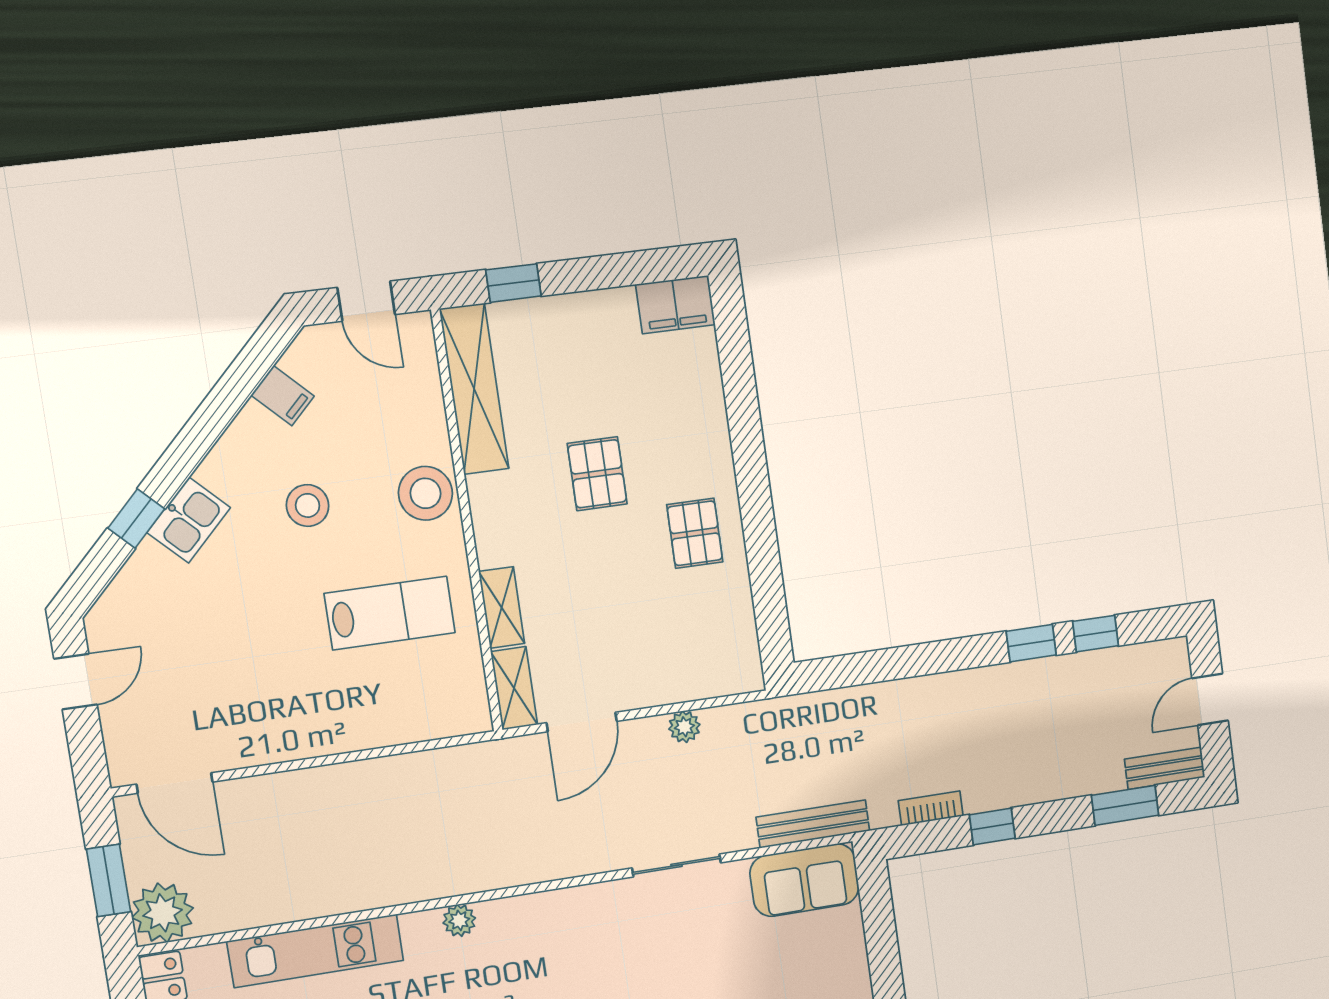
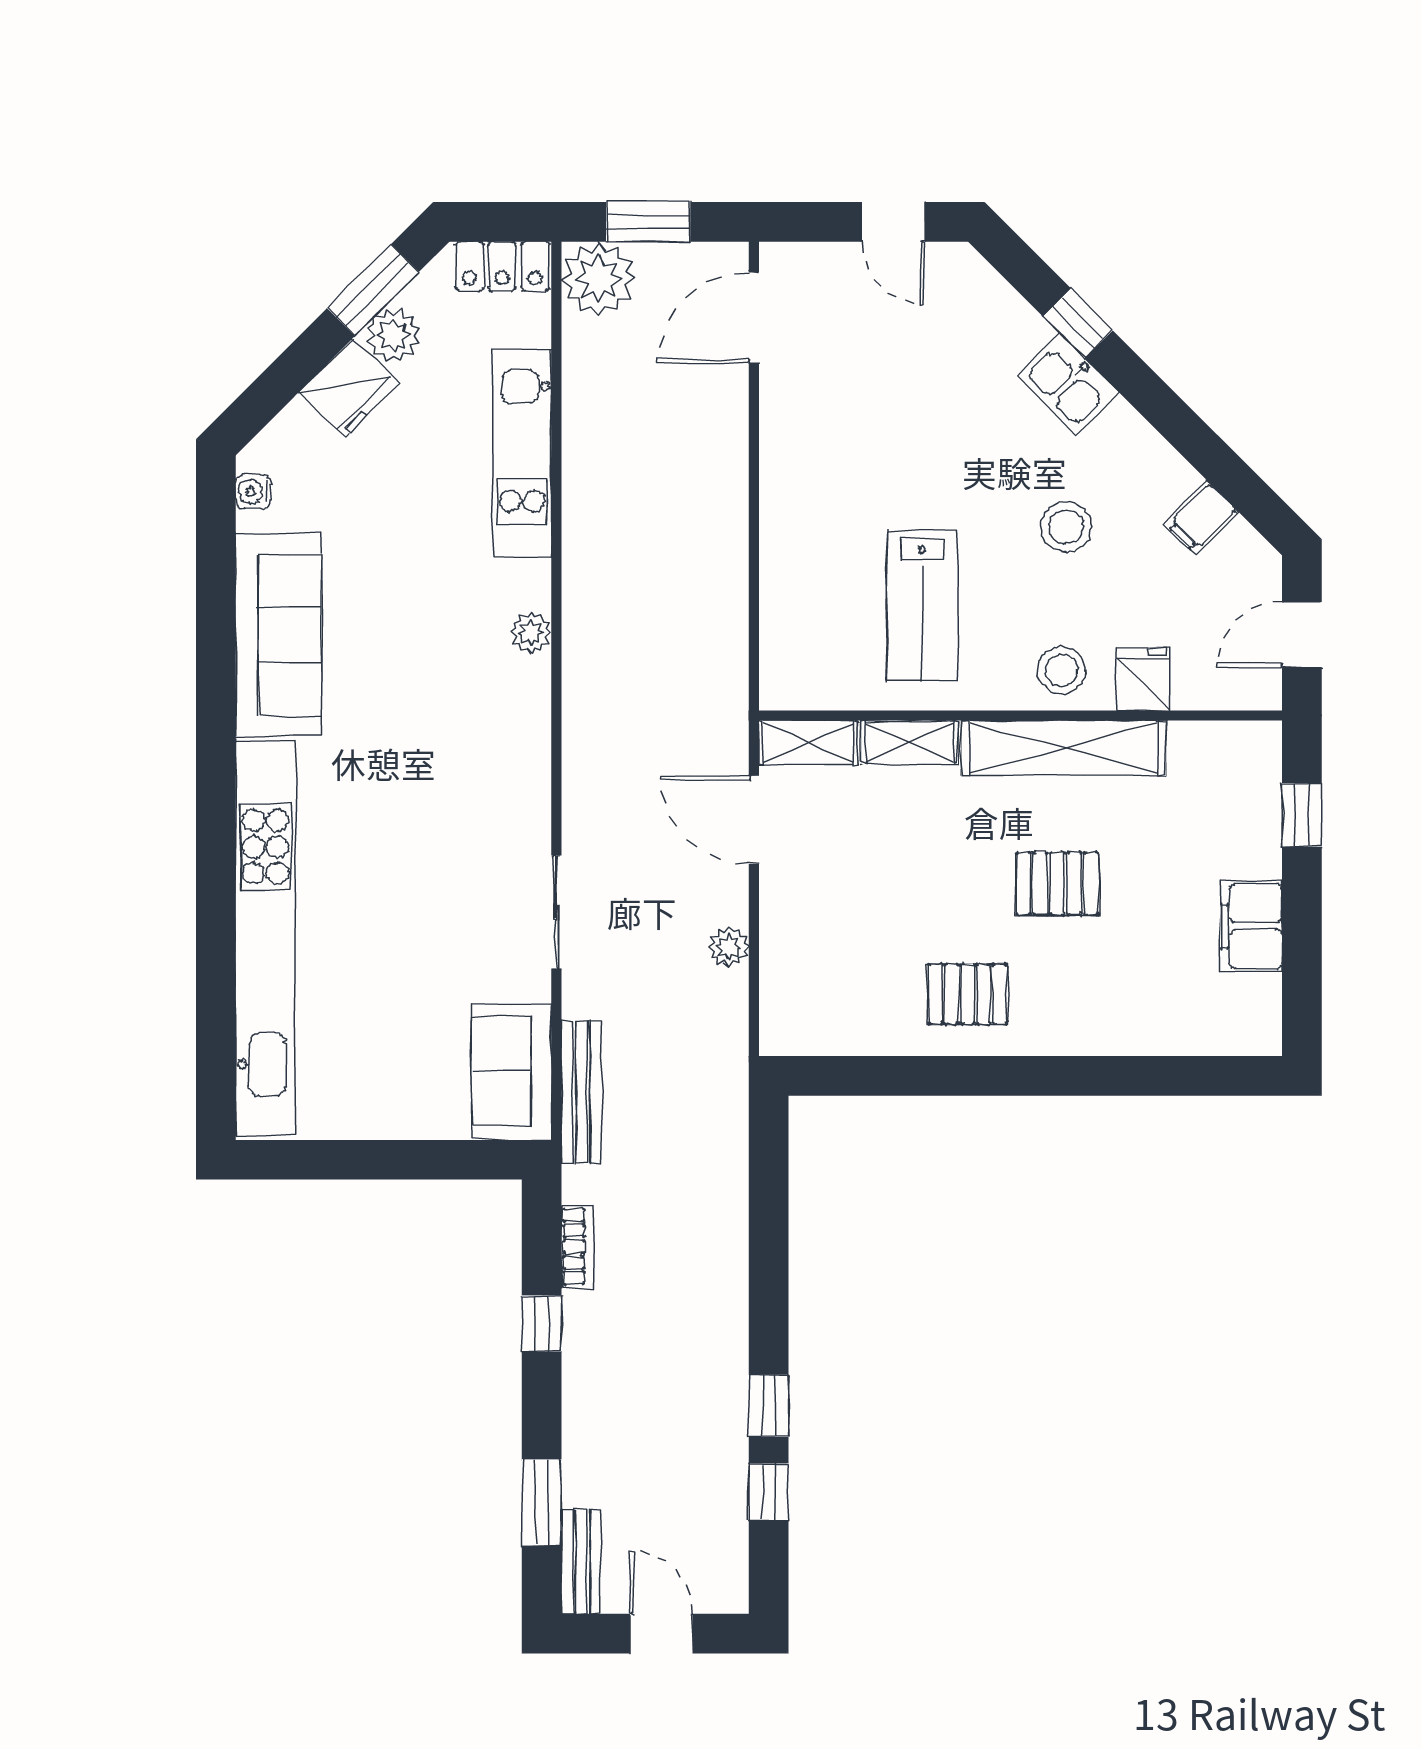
filing cabinet: (675, 305) -> (1251, 926), moved
shelving: (474, 389) -> (1064, 748), moved
fridge: (422, 426) -> (1143, 679), added
stool: (425, 493) -> (1062, 670), width x0.73, depth x0.73

